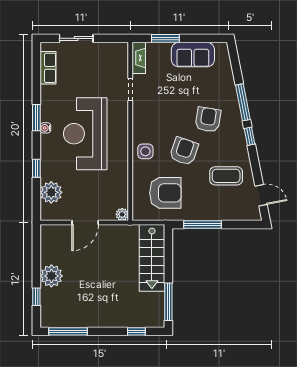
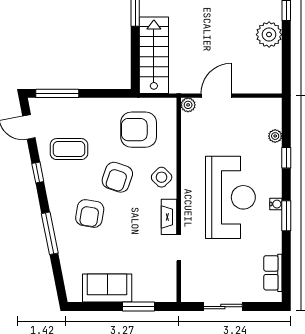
sliding door: (76, 38) -> (223, 307), moved
fireplace: (139, 58) -> (169, 217), moved
window: (250, 136) -> (38, 173), moved
side table: (145, 151) -> (162, 177), turned 45
plant: (51, 192) -> (275, 136), width x0.53, depth x0.53
door: (85, 223) -> (216, 96), moved
window: (203, 224) -> (57, 93), moved

